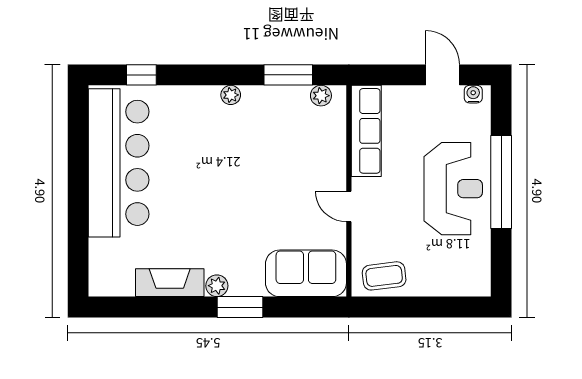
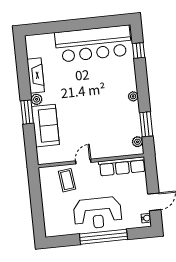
sofa: (306, 273) -> (46, 126), moved
coffee table: (384, 276) -> (67, 180), moved

